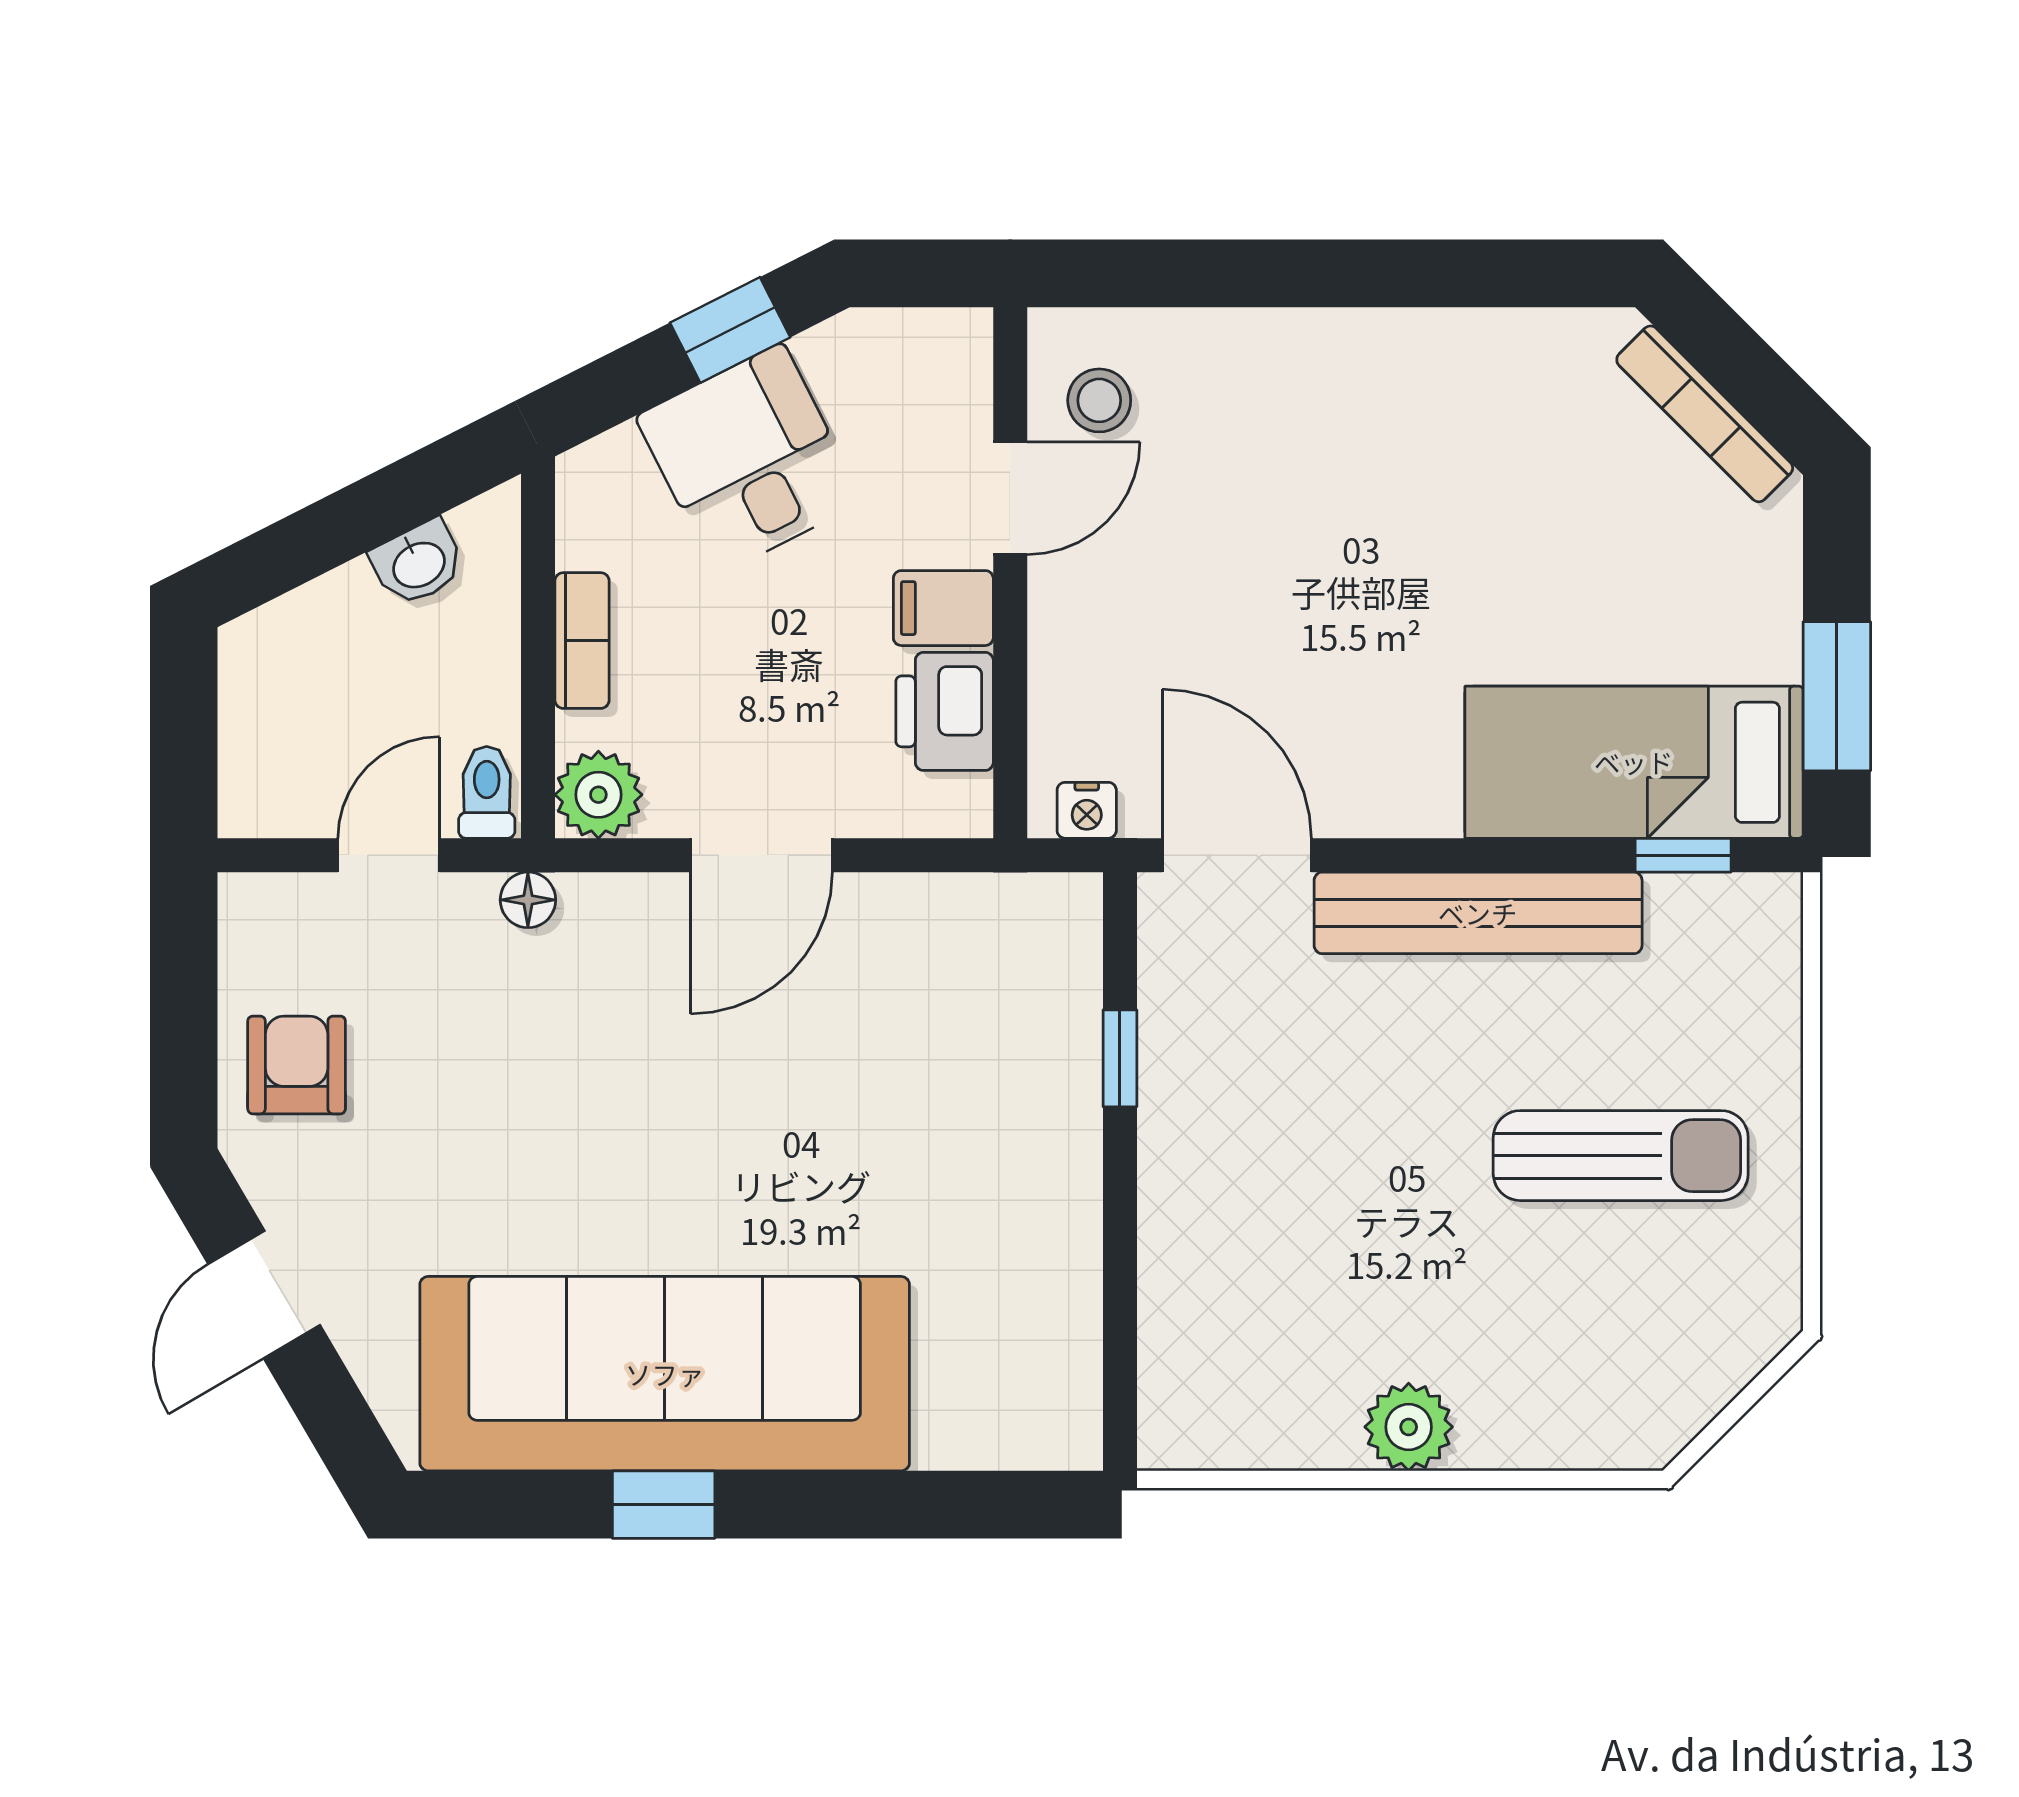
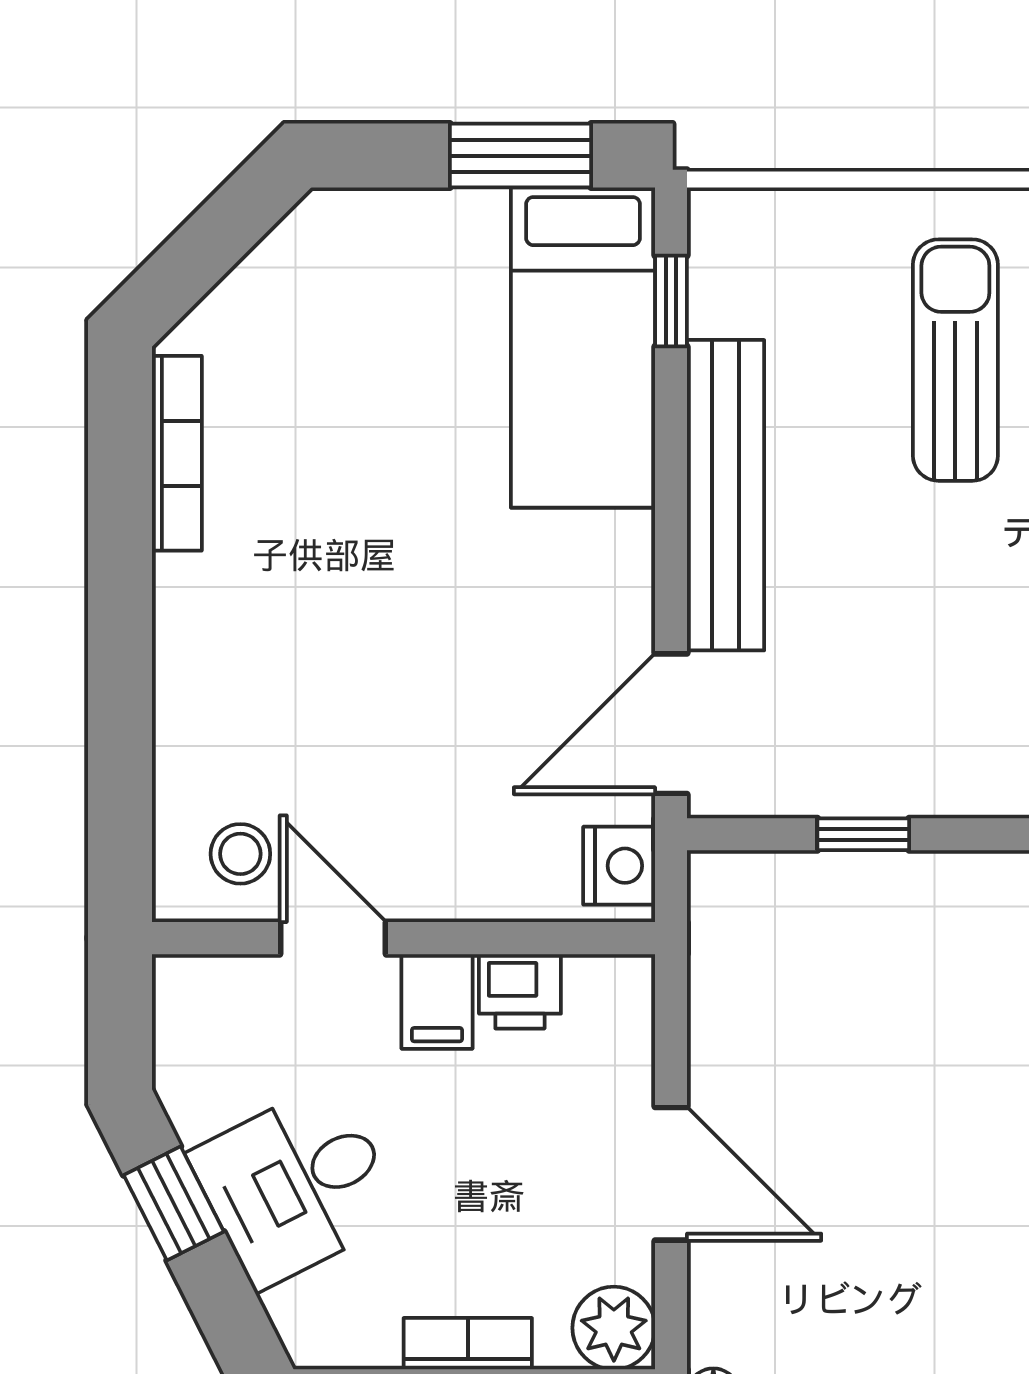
bookcase: (1705, 414) -> (177, 453), moved, turned -45
printer: (945, 711) -> (520, 991), width x0.73, depth x0.81
nightstand: (1087, 810) -> (619, 866), width x1.39, depth x1.35

